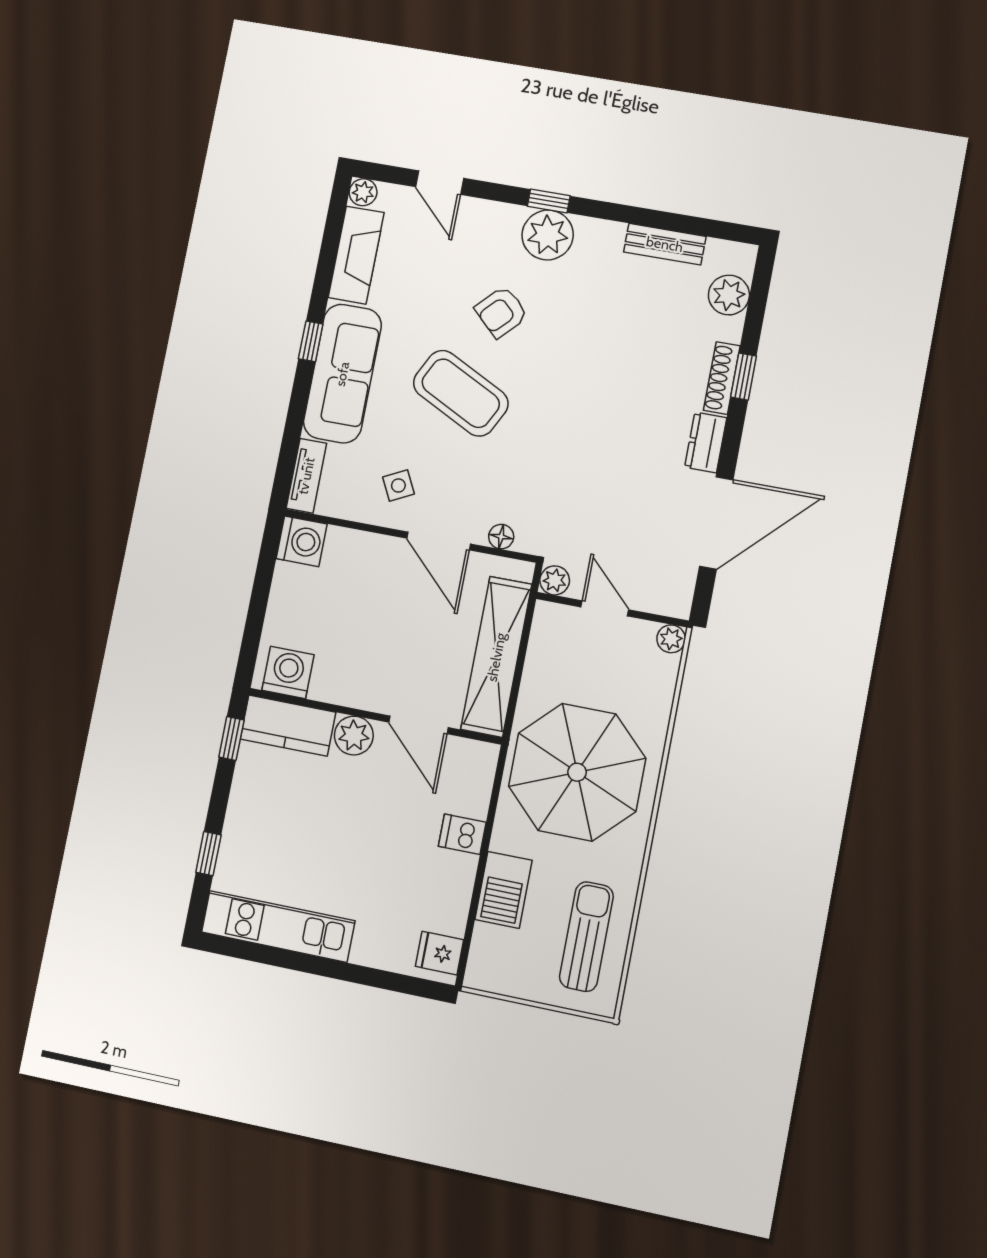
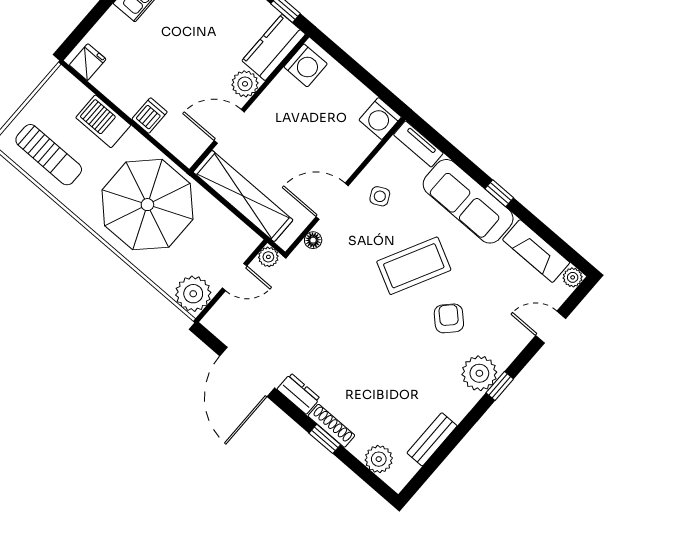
plant: (671, 639) -> (193, 294), width x1.87, depth x1.87

